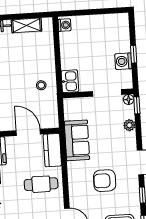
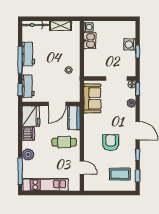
washing machine: (123, 61) -> (130, 44), moved
kitchen sink: (70, 81) -> (90, 41), moved
door: (28, 132) -> (57, 104), swing flipped
sofa: (77, 140) -> (92, 98), moved
armchair: (105, 181) -> (111, 142), turned 90

